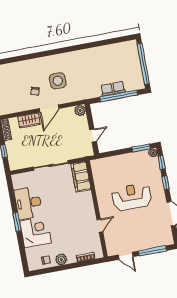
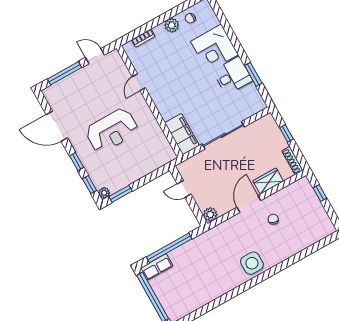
side table: (58, 81) -> (252, 263), moved
row of seats: (113, 89) -> (157, 267), moved
door: (93, 136) -> (184, 189), hinge flipped
desk: (28, 203) -> (233, 76), width x0.73
window: (17, 222) -> (253, 74), moved

